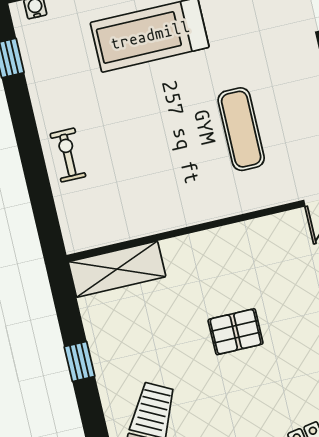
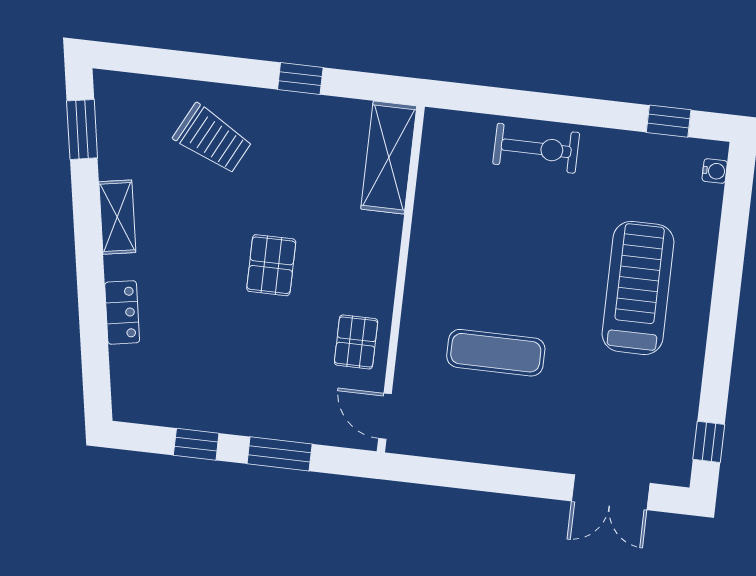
exercise bike: (68, 155) -> (536, 148), width x1.38, depth x1.39
pallet: (272, 243) -> (356, 342), added

